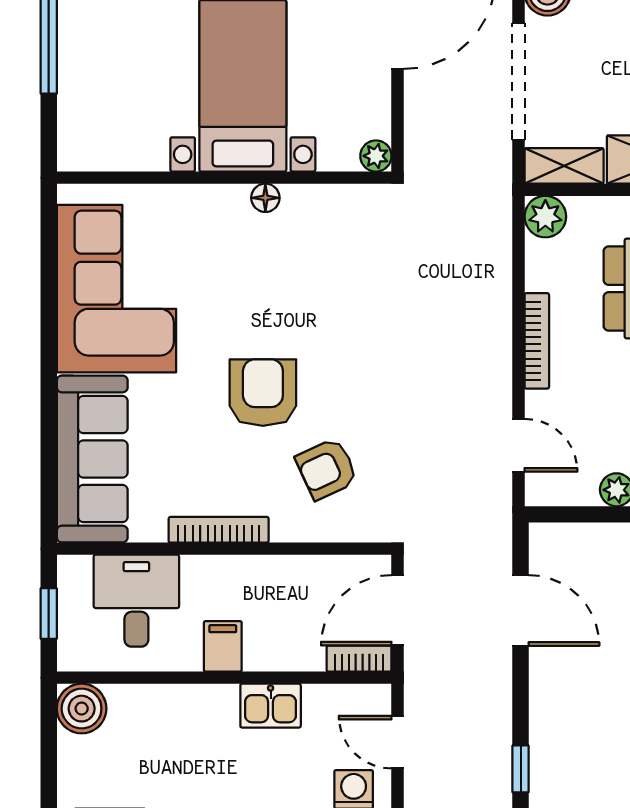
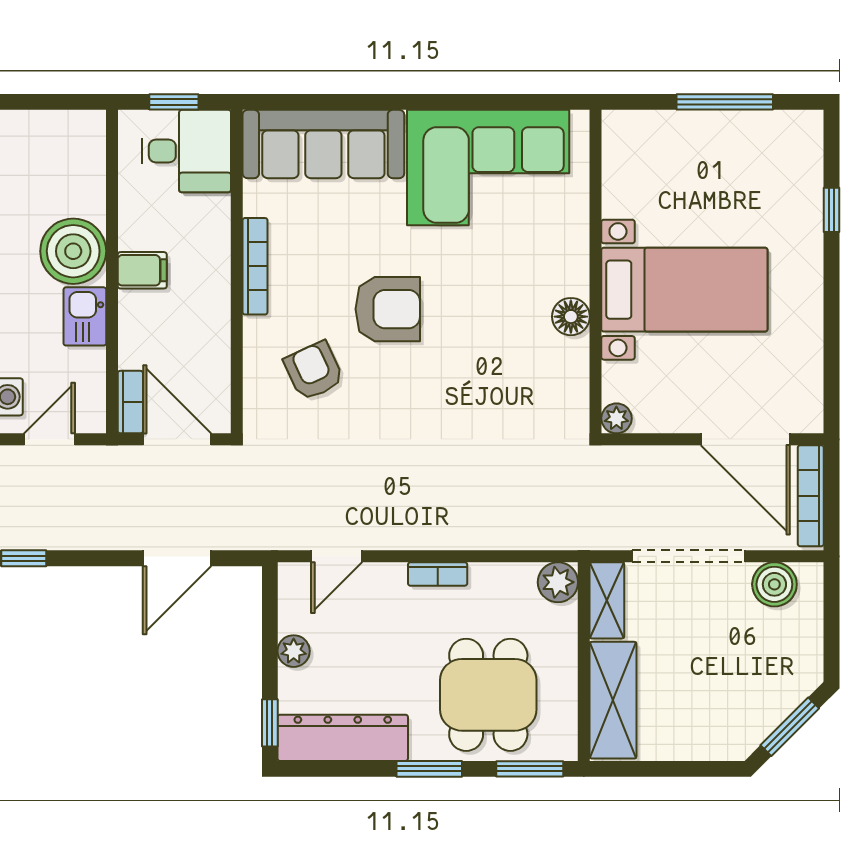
floor lamp: (265, 198) -> (571, 317), width x1.37, depth x1.37
bookcase: (537, 341) -> (438, 574), width x0.64
desk: (136, 601) -> (186, 151), moved
boiler: (82, 709) -> (73, 251), moved, width x1.37, depth x1.37

